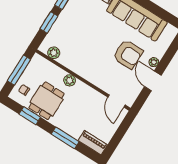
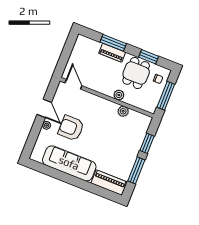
plant: (54, 53) -> (123, 111), moved
piano: (93, 143) -> (112, 53), moved

